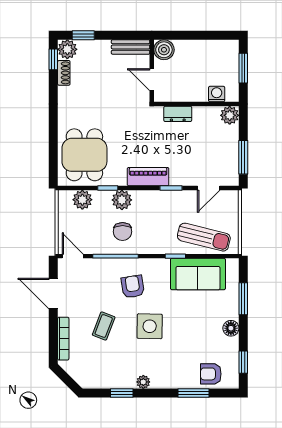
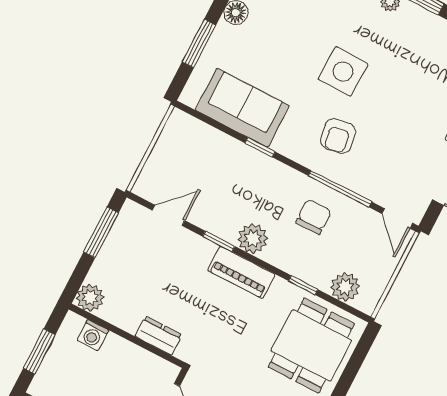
plant: (122, 200) -> (253, 239), moved
sun lounger: (204, 237) -> (209, 153), removed
coffee table: (104, 326) -> (404, 104), removed

